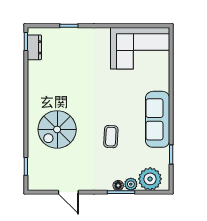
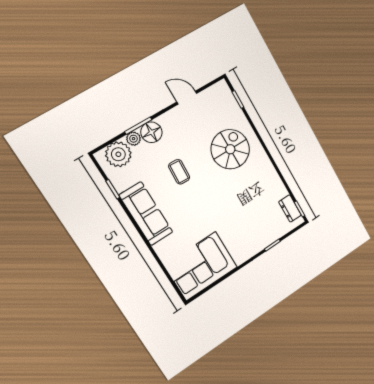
floor lamp: (118, 185) -> (151, 132), width x1.89, depth x1.89

